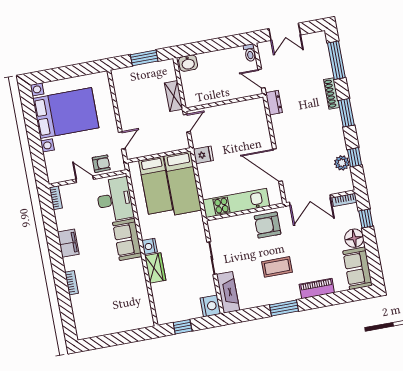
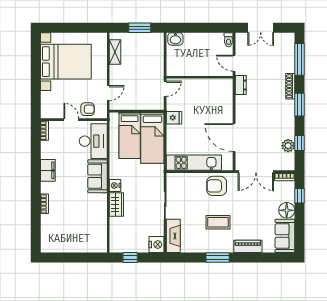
shelving: (174, 96) -> (115, 52), moved

